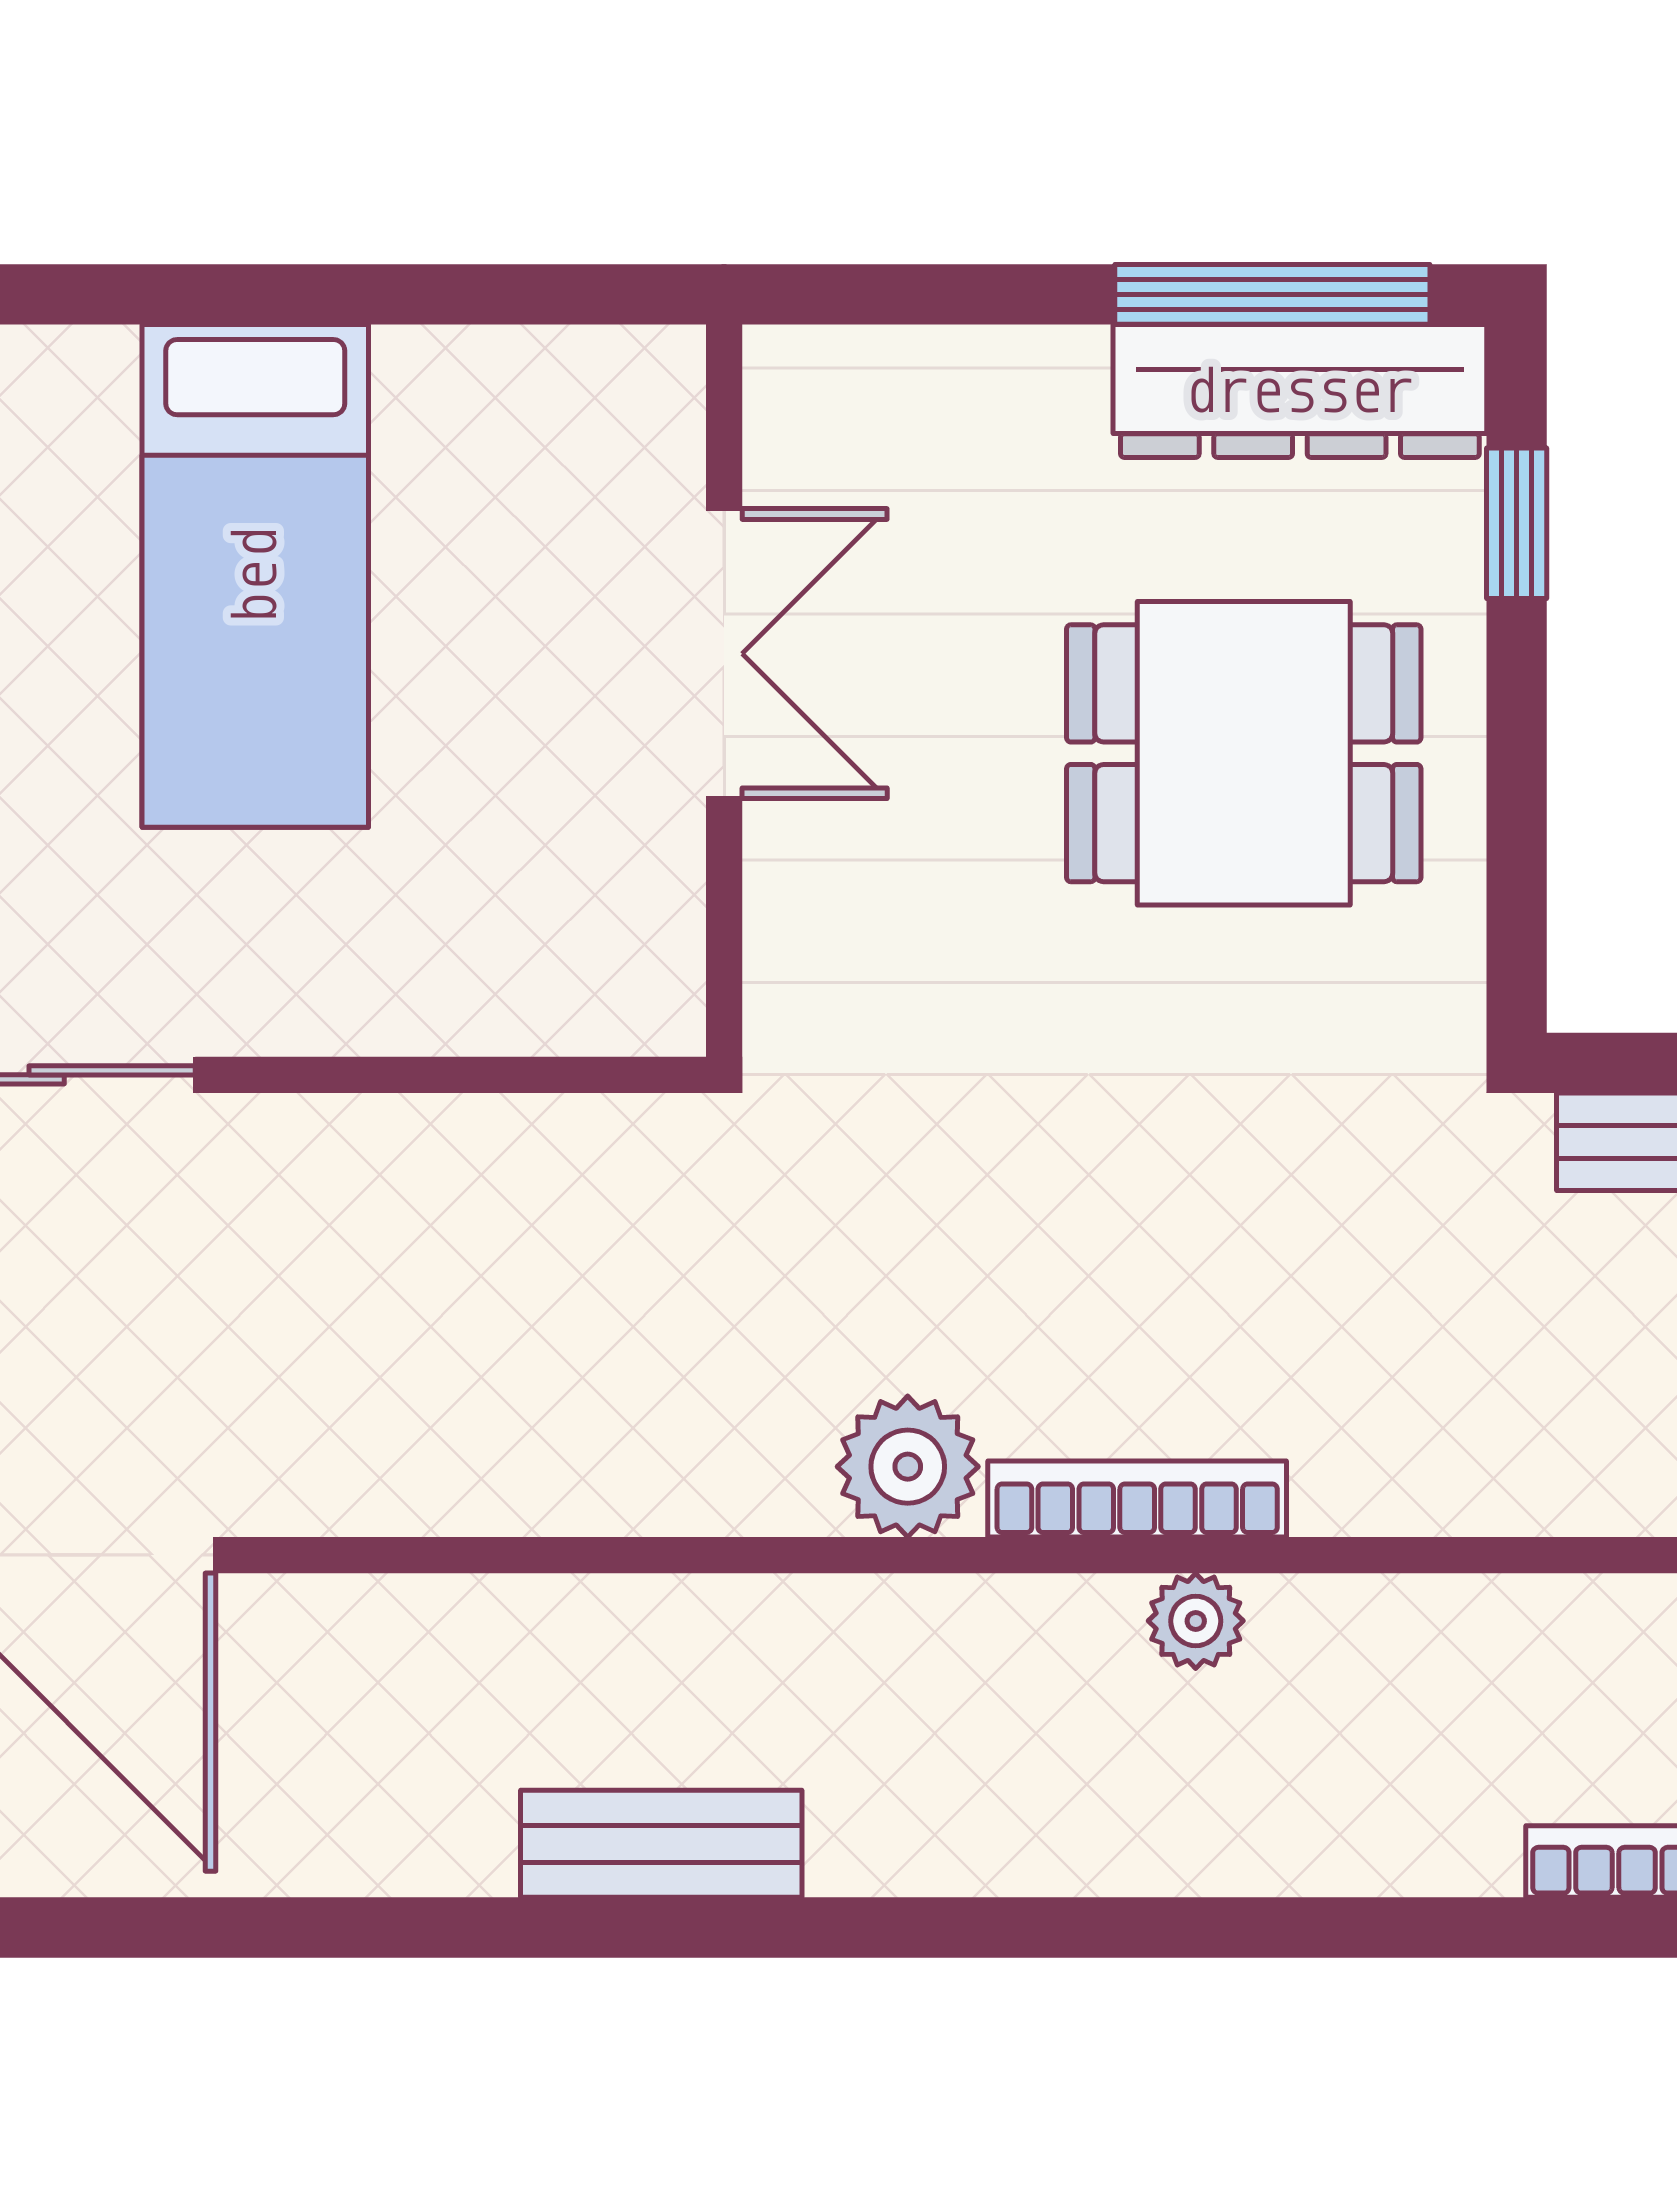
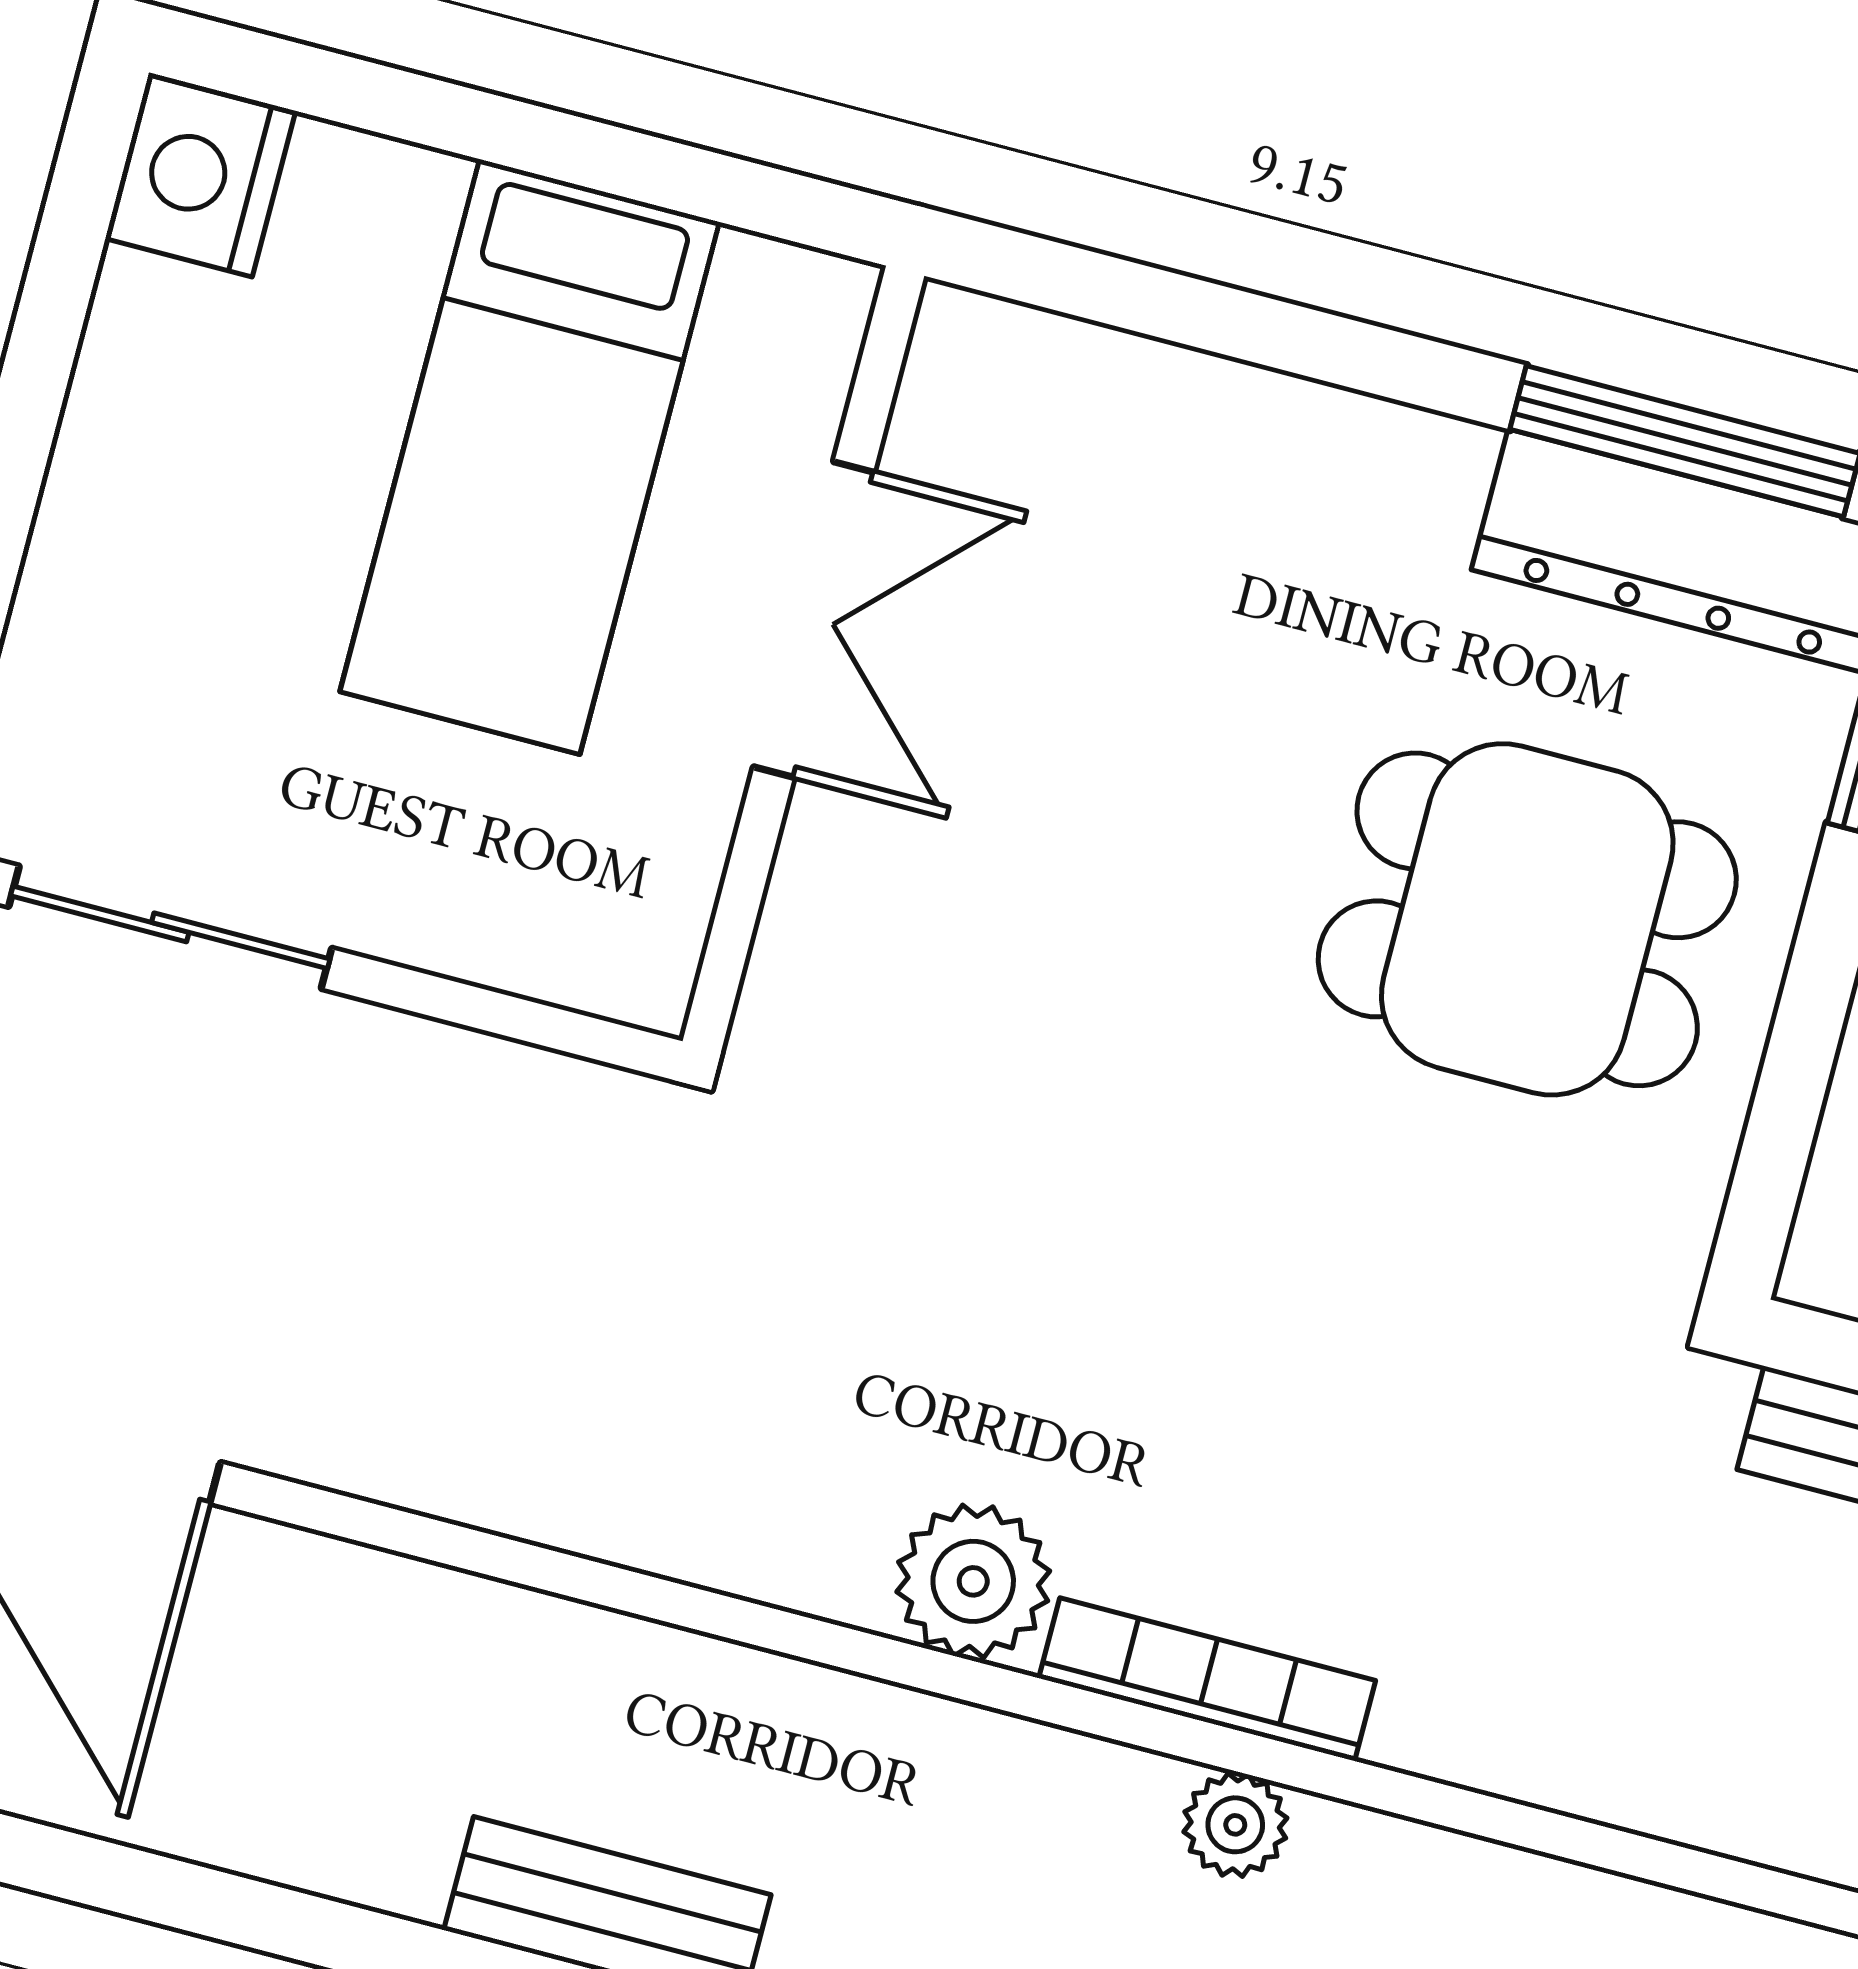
double door: (724, 654) -> (814, 619), moved
wall: (724, 691) -> (803, 659), moved

